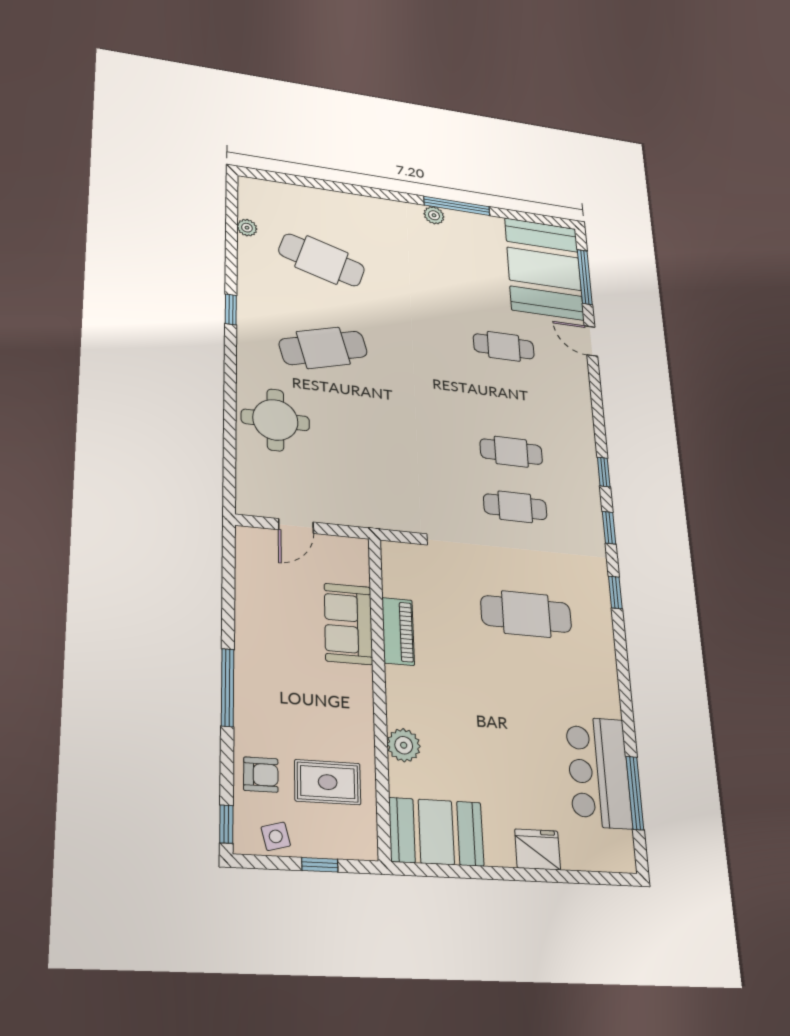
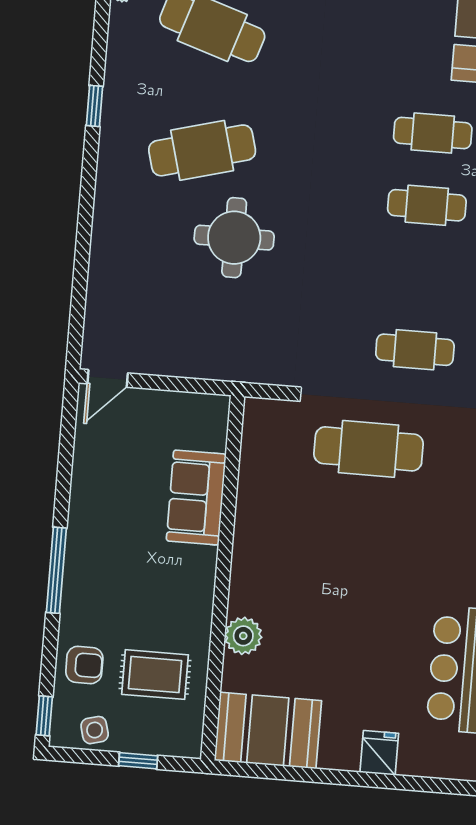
round table: (275, 420) -> (234, 238), moved
cafe table: (511, 452) -> (427, 205), moved
door: (296, 526) -> (108, 378), moved
cafe table: (526, 614) -> (369, 449), moved
piano: (398, 631) -> (252, 506), removed
fridge: (538, 849) -> (379, 753), width x0.72

